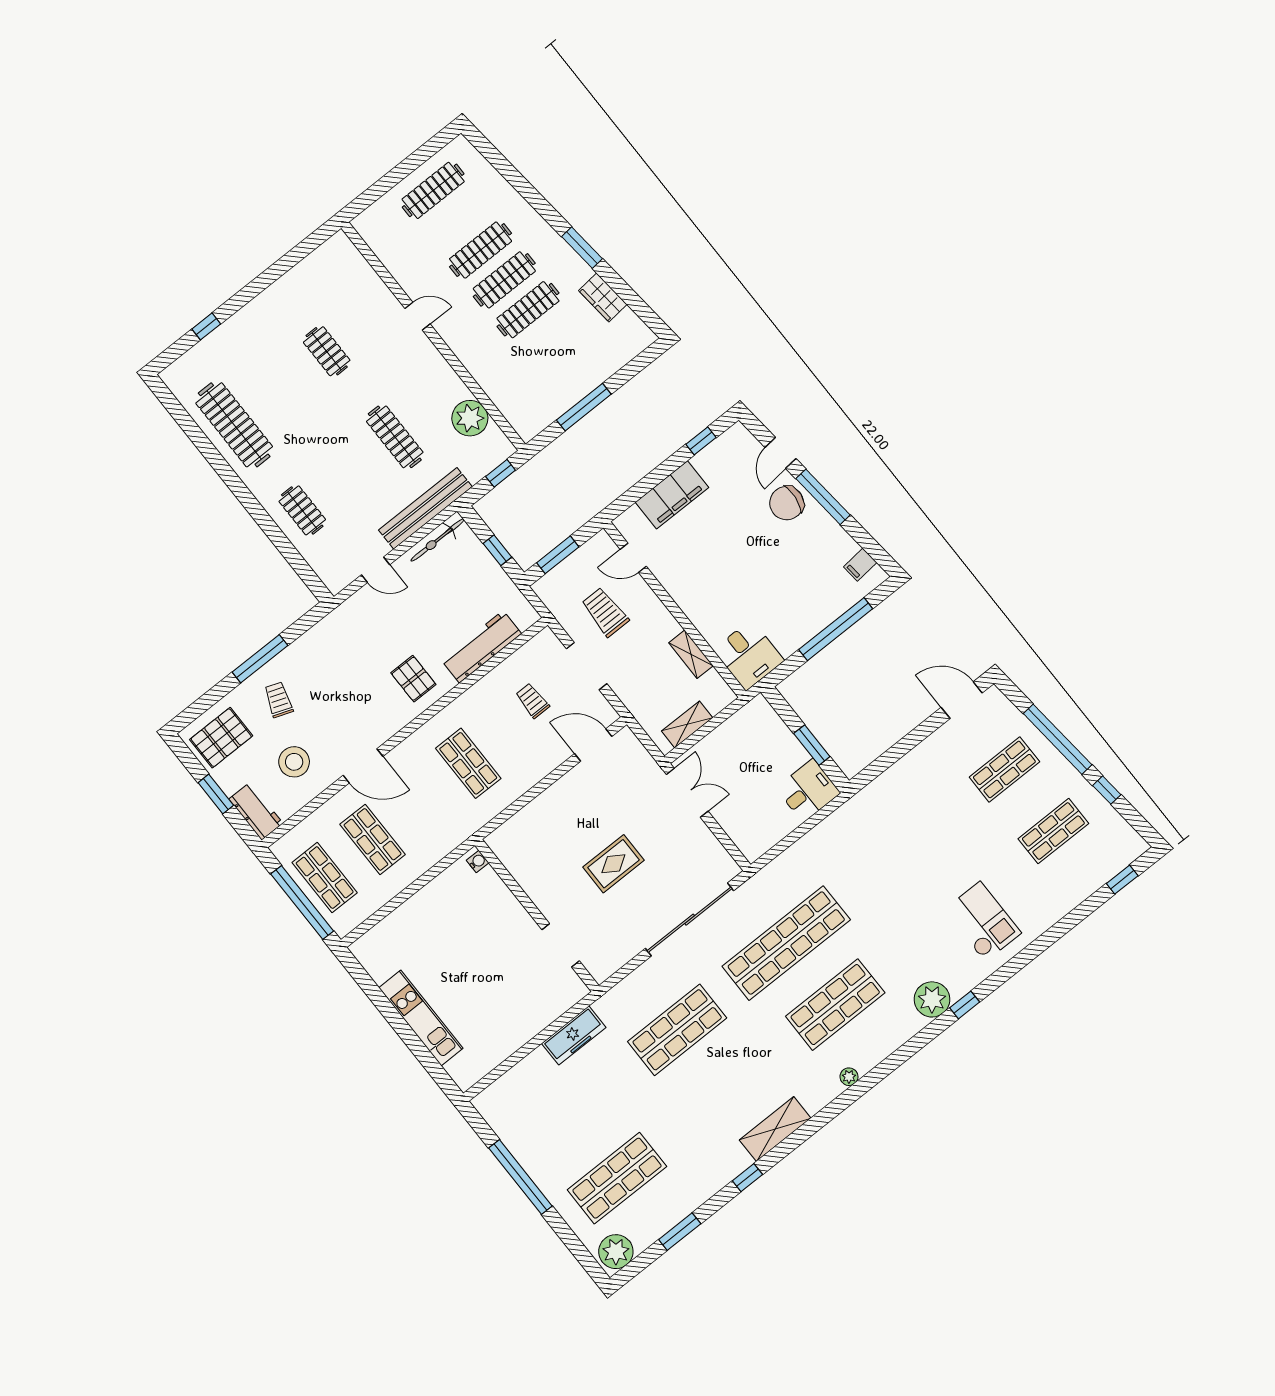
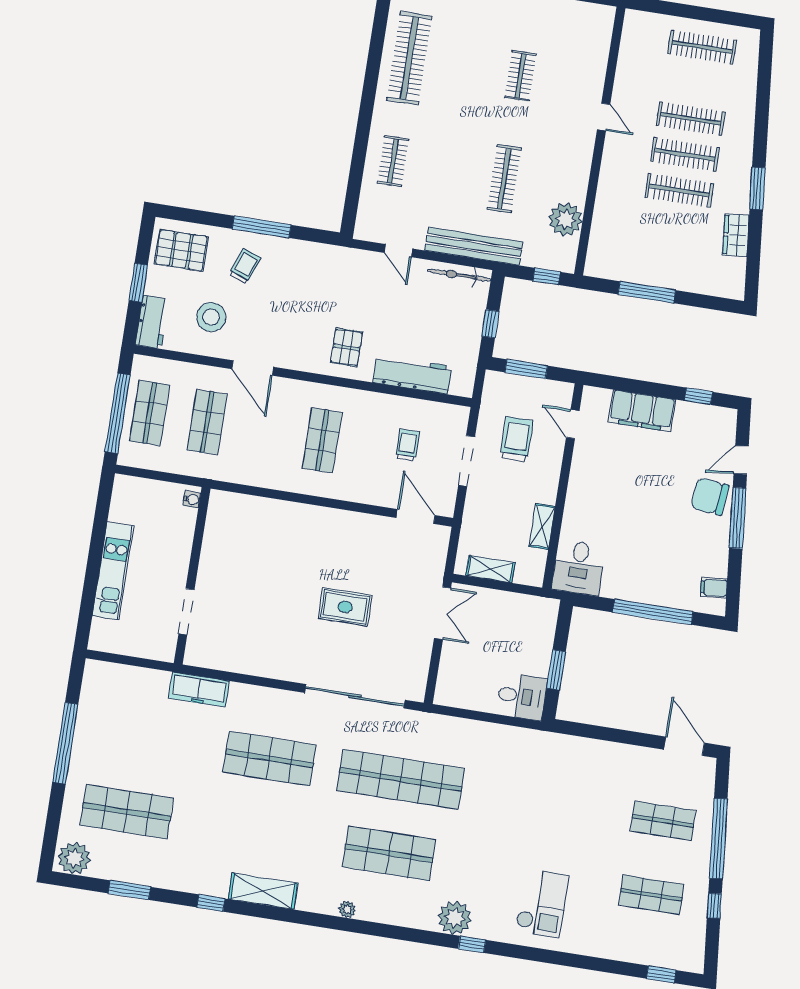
water cooler: (478, 861) -> (192, 499), moved
wall: (537, 915) -> (192, 576), moved
doorway: (561, 945) -> (186, 612), moved

